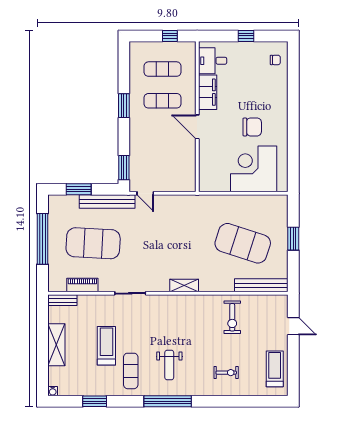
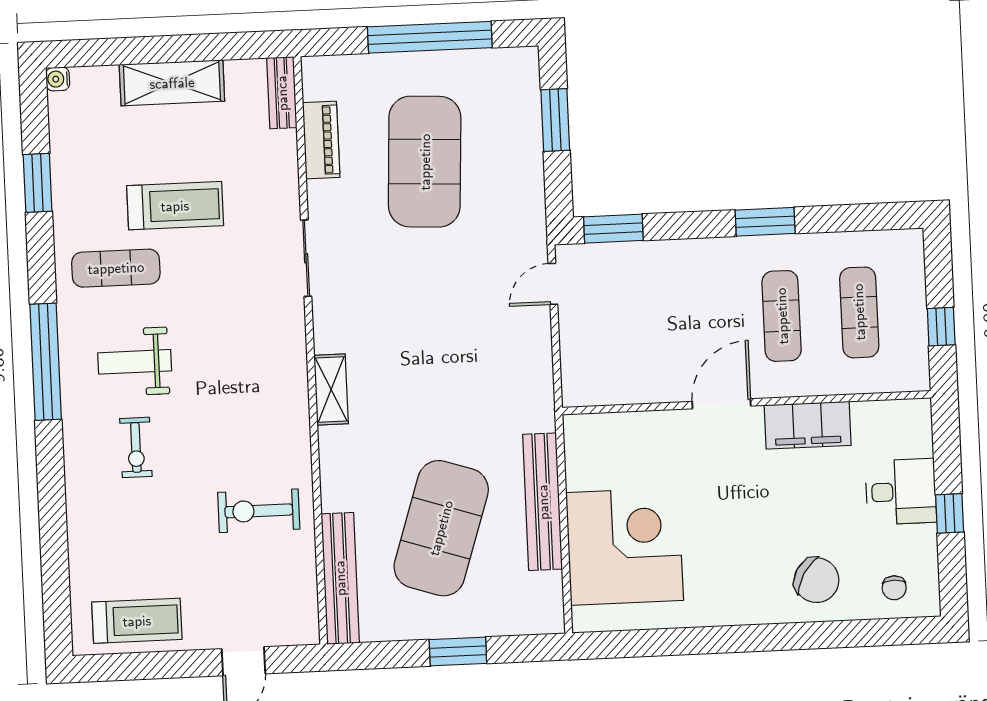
desk: (213, 61) -> (901, 492), moved, turned 90
chair: (252, 127) -> (816, 580), moved, turned -59
bench: (107, 202) -> (543, 502), moved
exercise bike: (226, 373) -> (136, 447), moved

